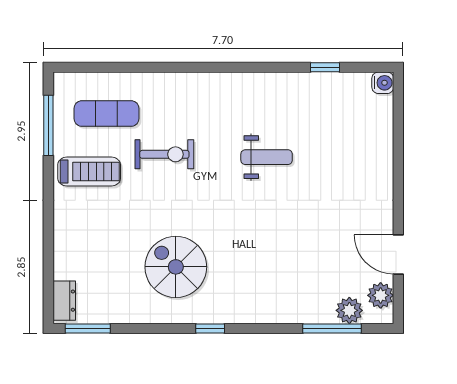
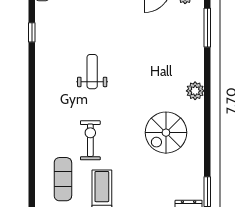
plant: (349, 310) -> (195, 91), moved
window: (210, 329) -> (207, 110), removed

